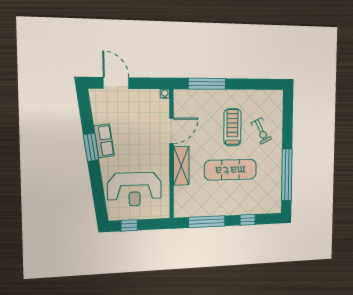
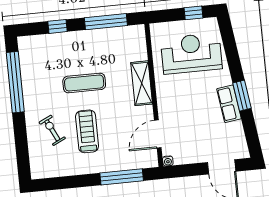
treadmill: (232, 127) -> (87, 131), turned 180
door: (171, 131) -> (158, 134), moved
exercise mat: (230, 170) -> (84, 83), width x0.73, depth x0.69

